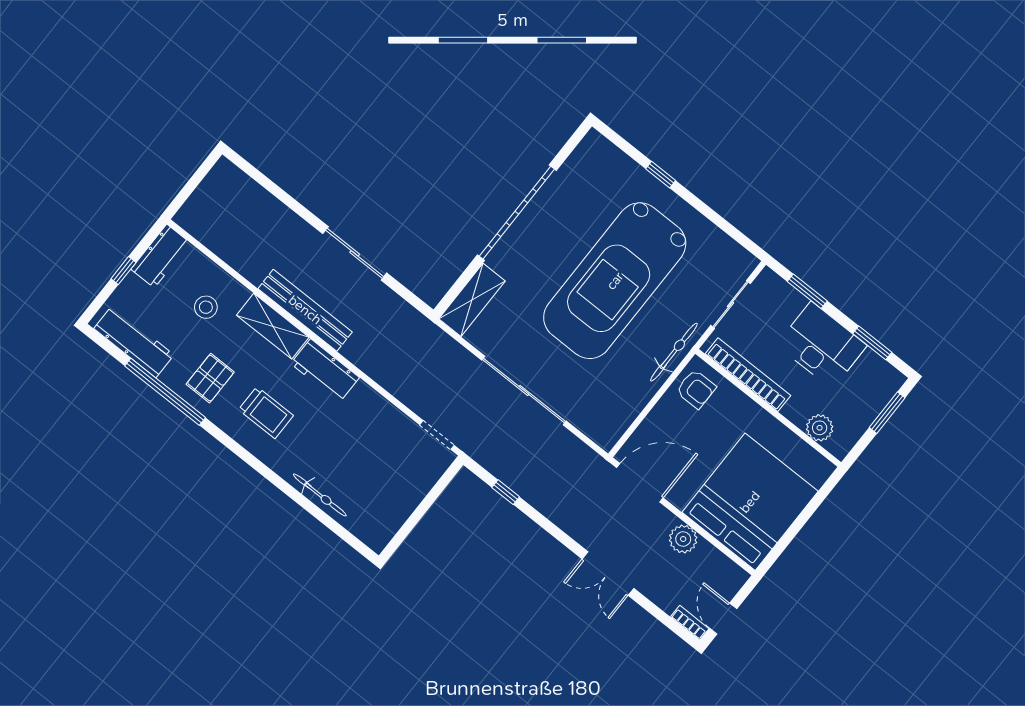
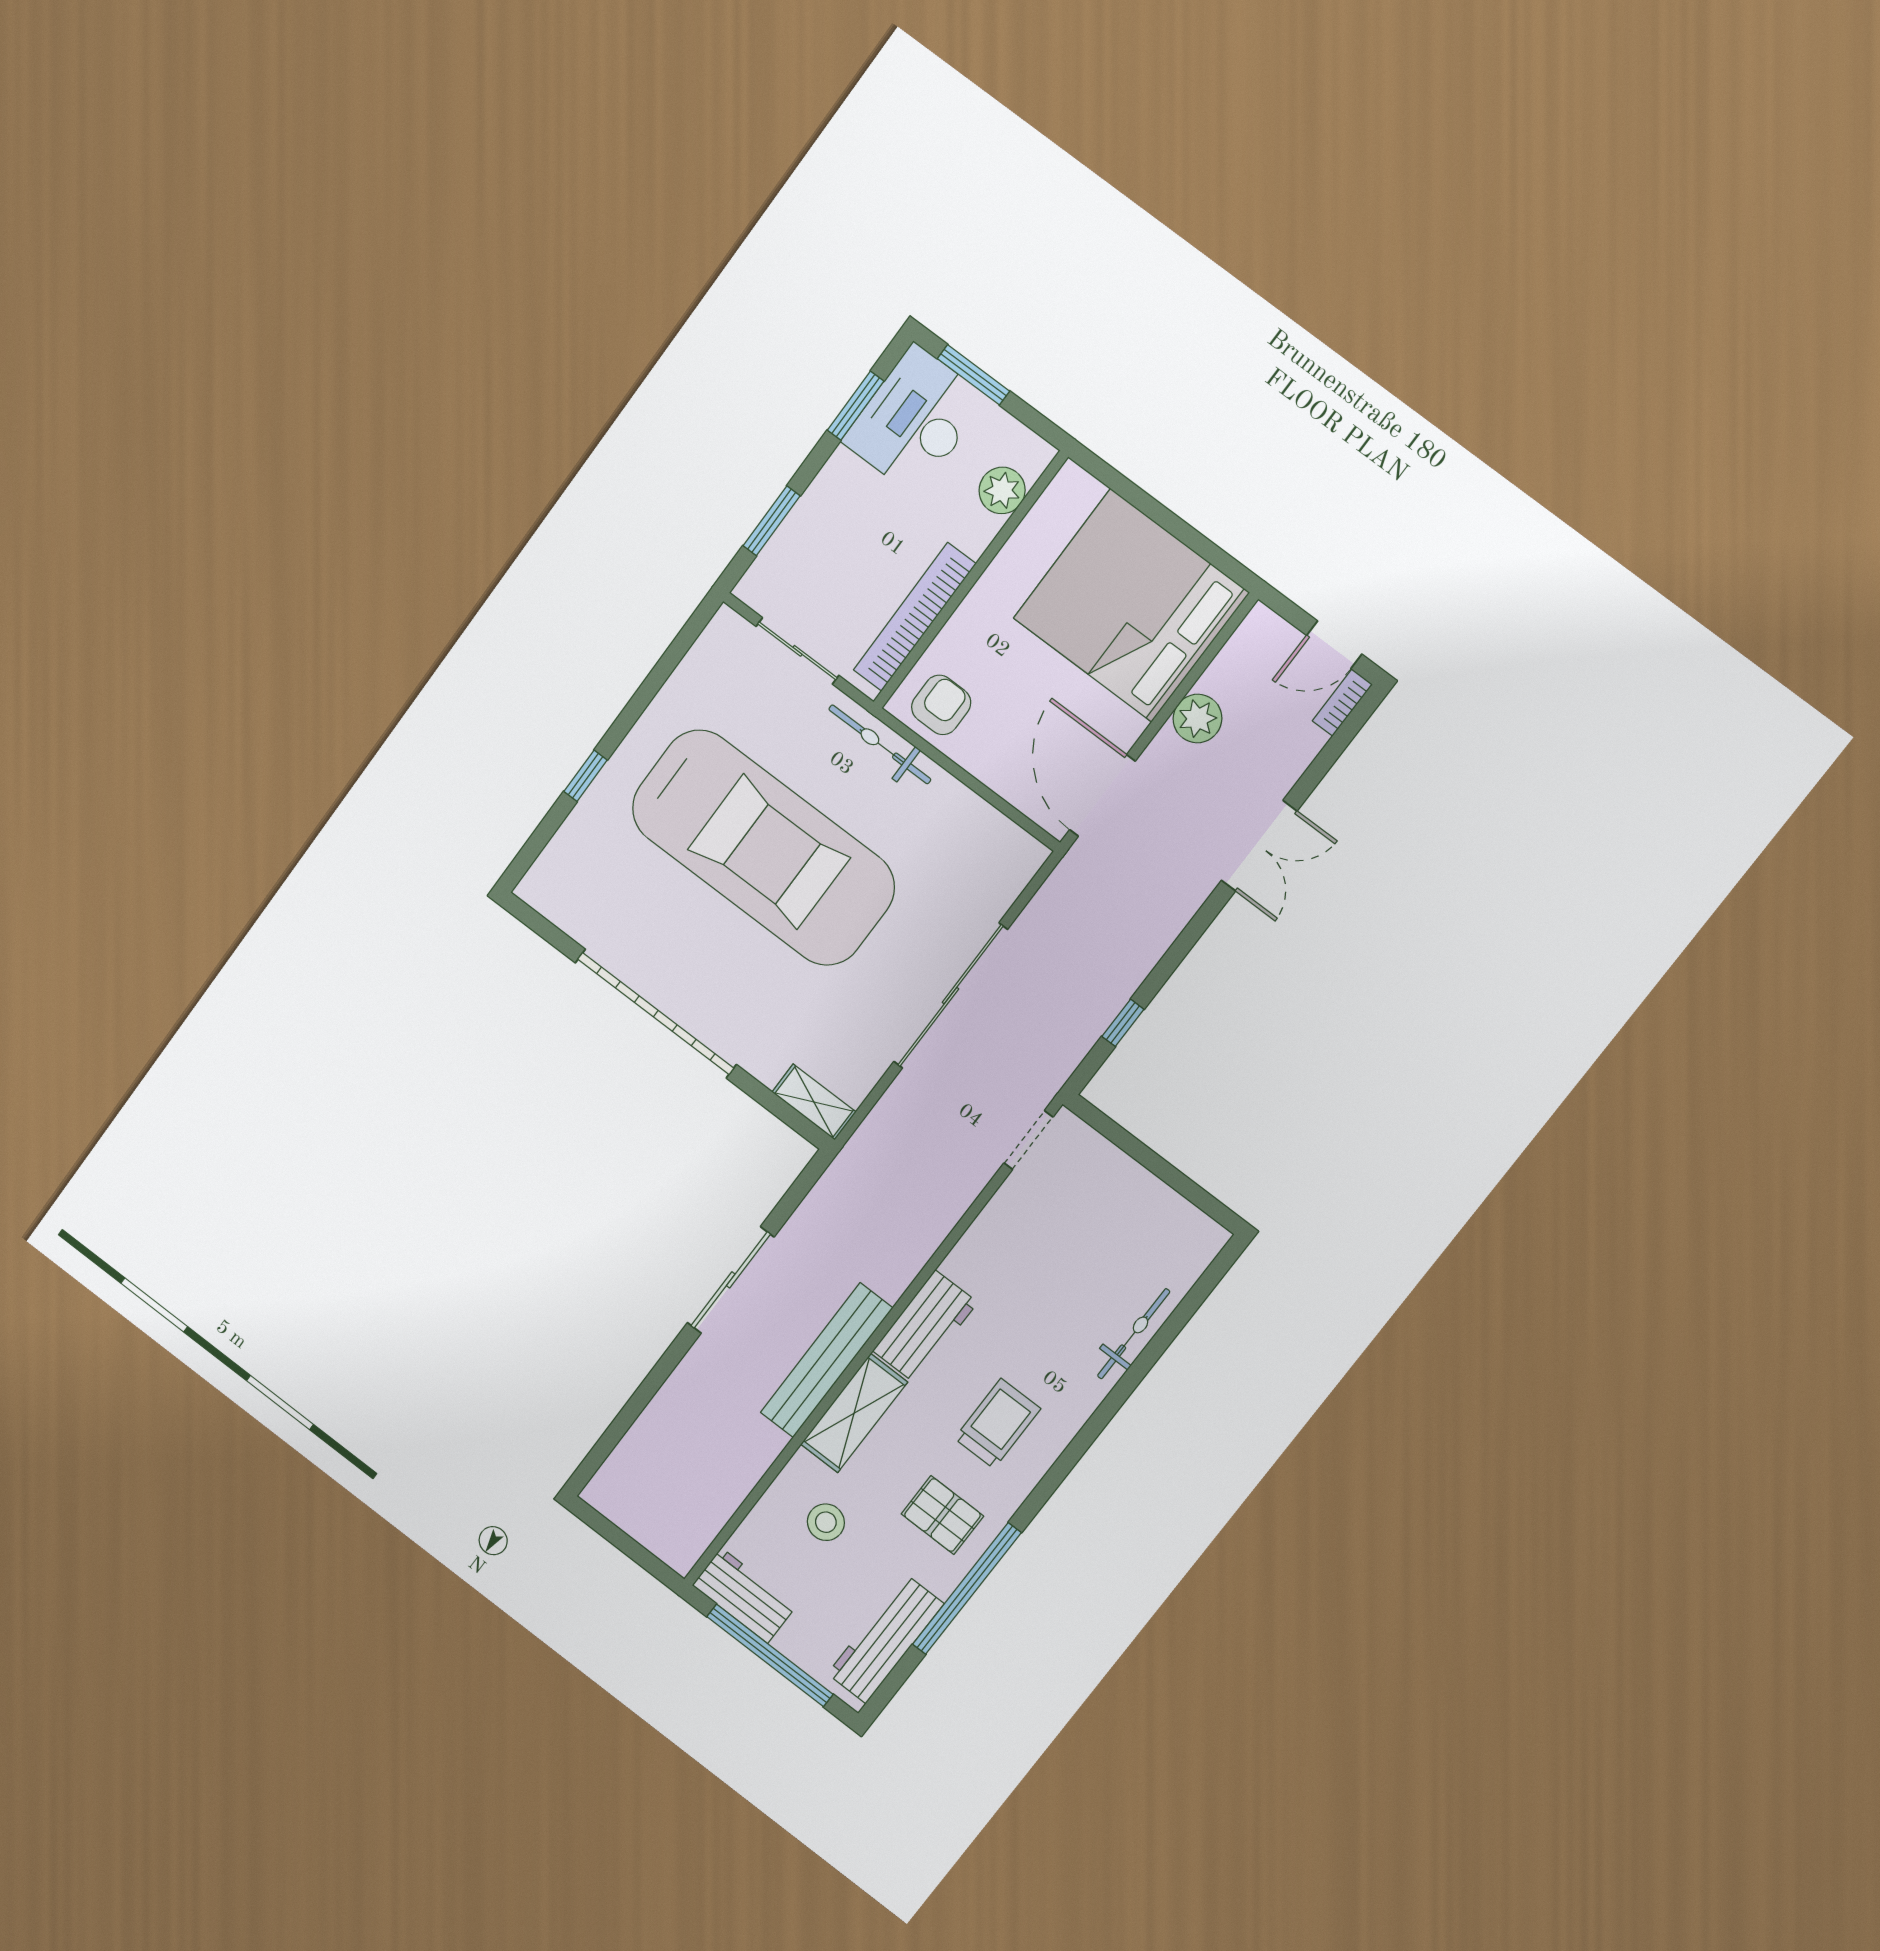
window: (123, 271) -> (770, 1655), width x3.17
shelving: (472, 300) -> (814, 1102), width x0.67, depth x0.75
desk: (822, 345) -> (915, 420), moved

